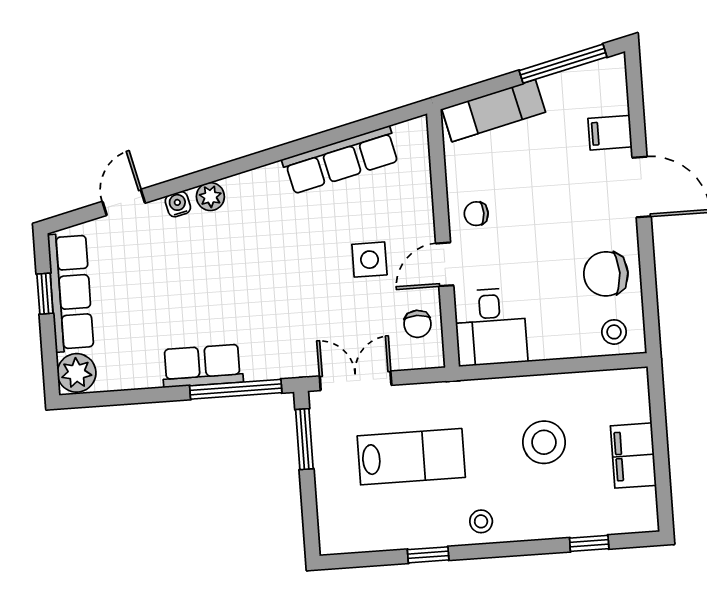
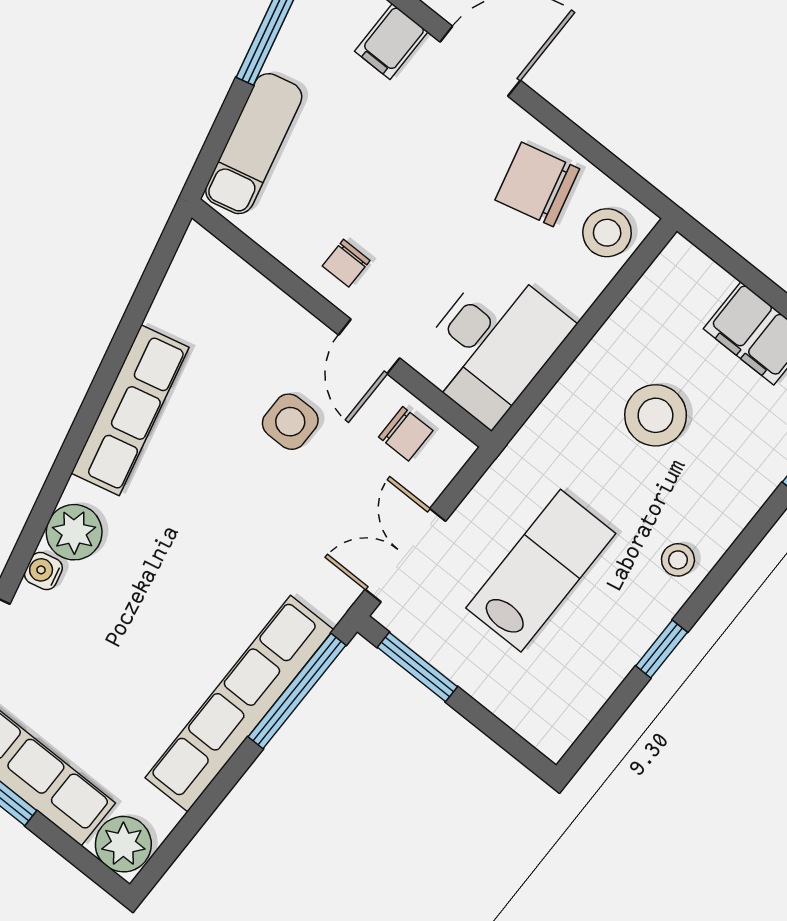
row of seats: (341, 160) -> (130, 410), moved
plant: (210, 197) -> (74, 532), width x1.38, depth x1.38
chair: (606, 274) -> (537, 184), turned 76
desk: (491, 327) -> (492, 344), width x1.37
stool: (614, 332) -> (607, 233), width x1.37, depth x1.37
row of seats: (202, 366) -> (239, 704), width x2.02

